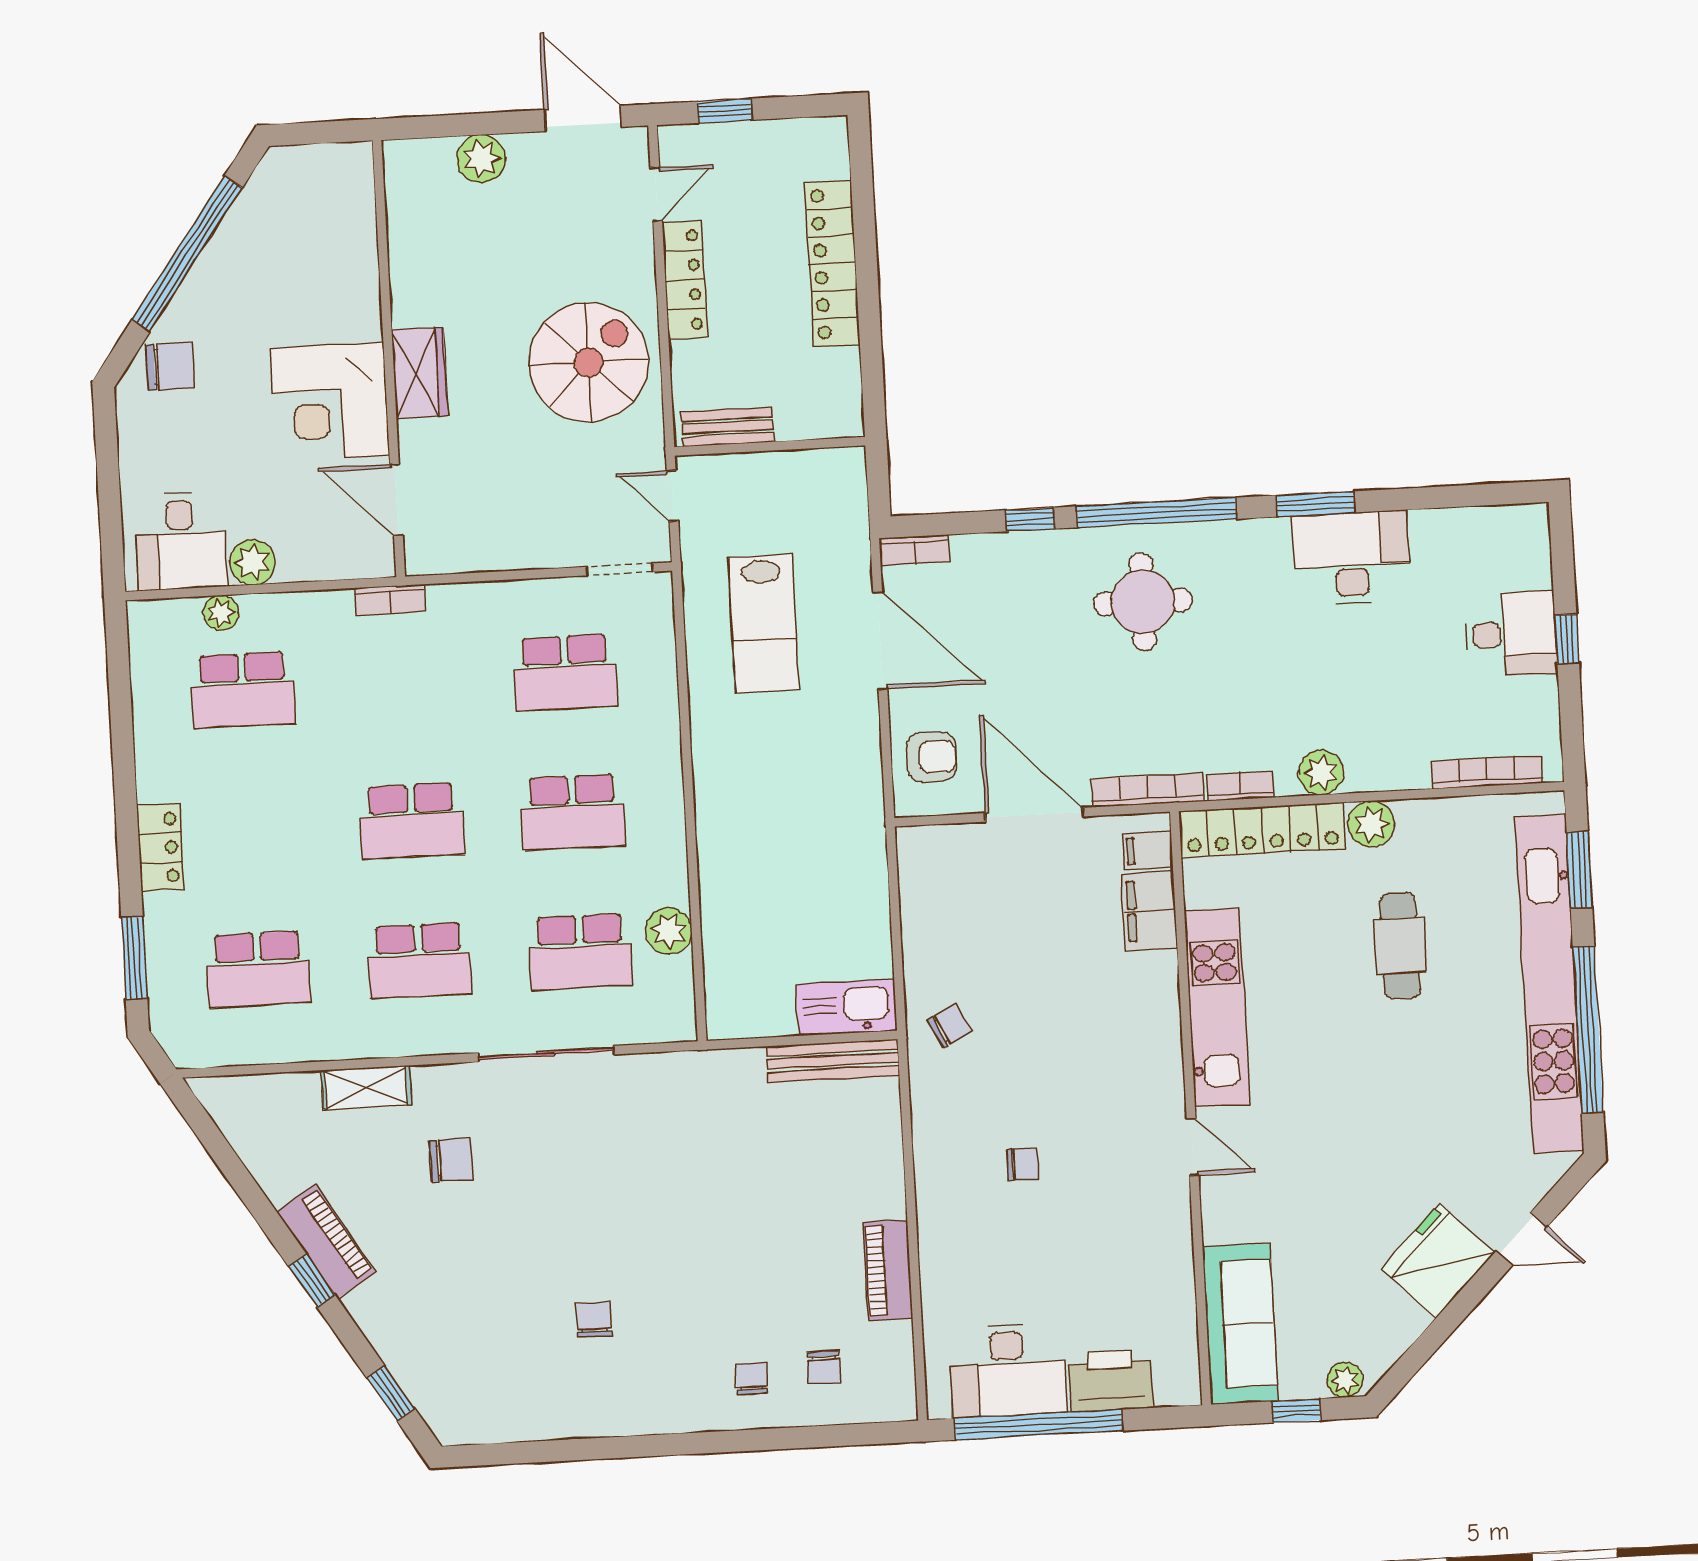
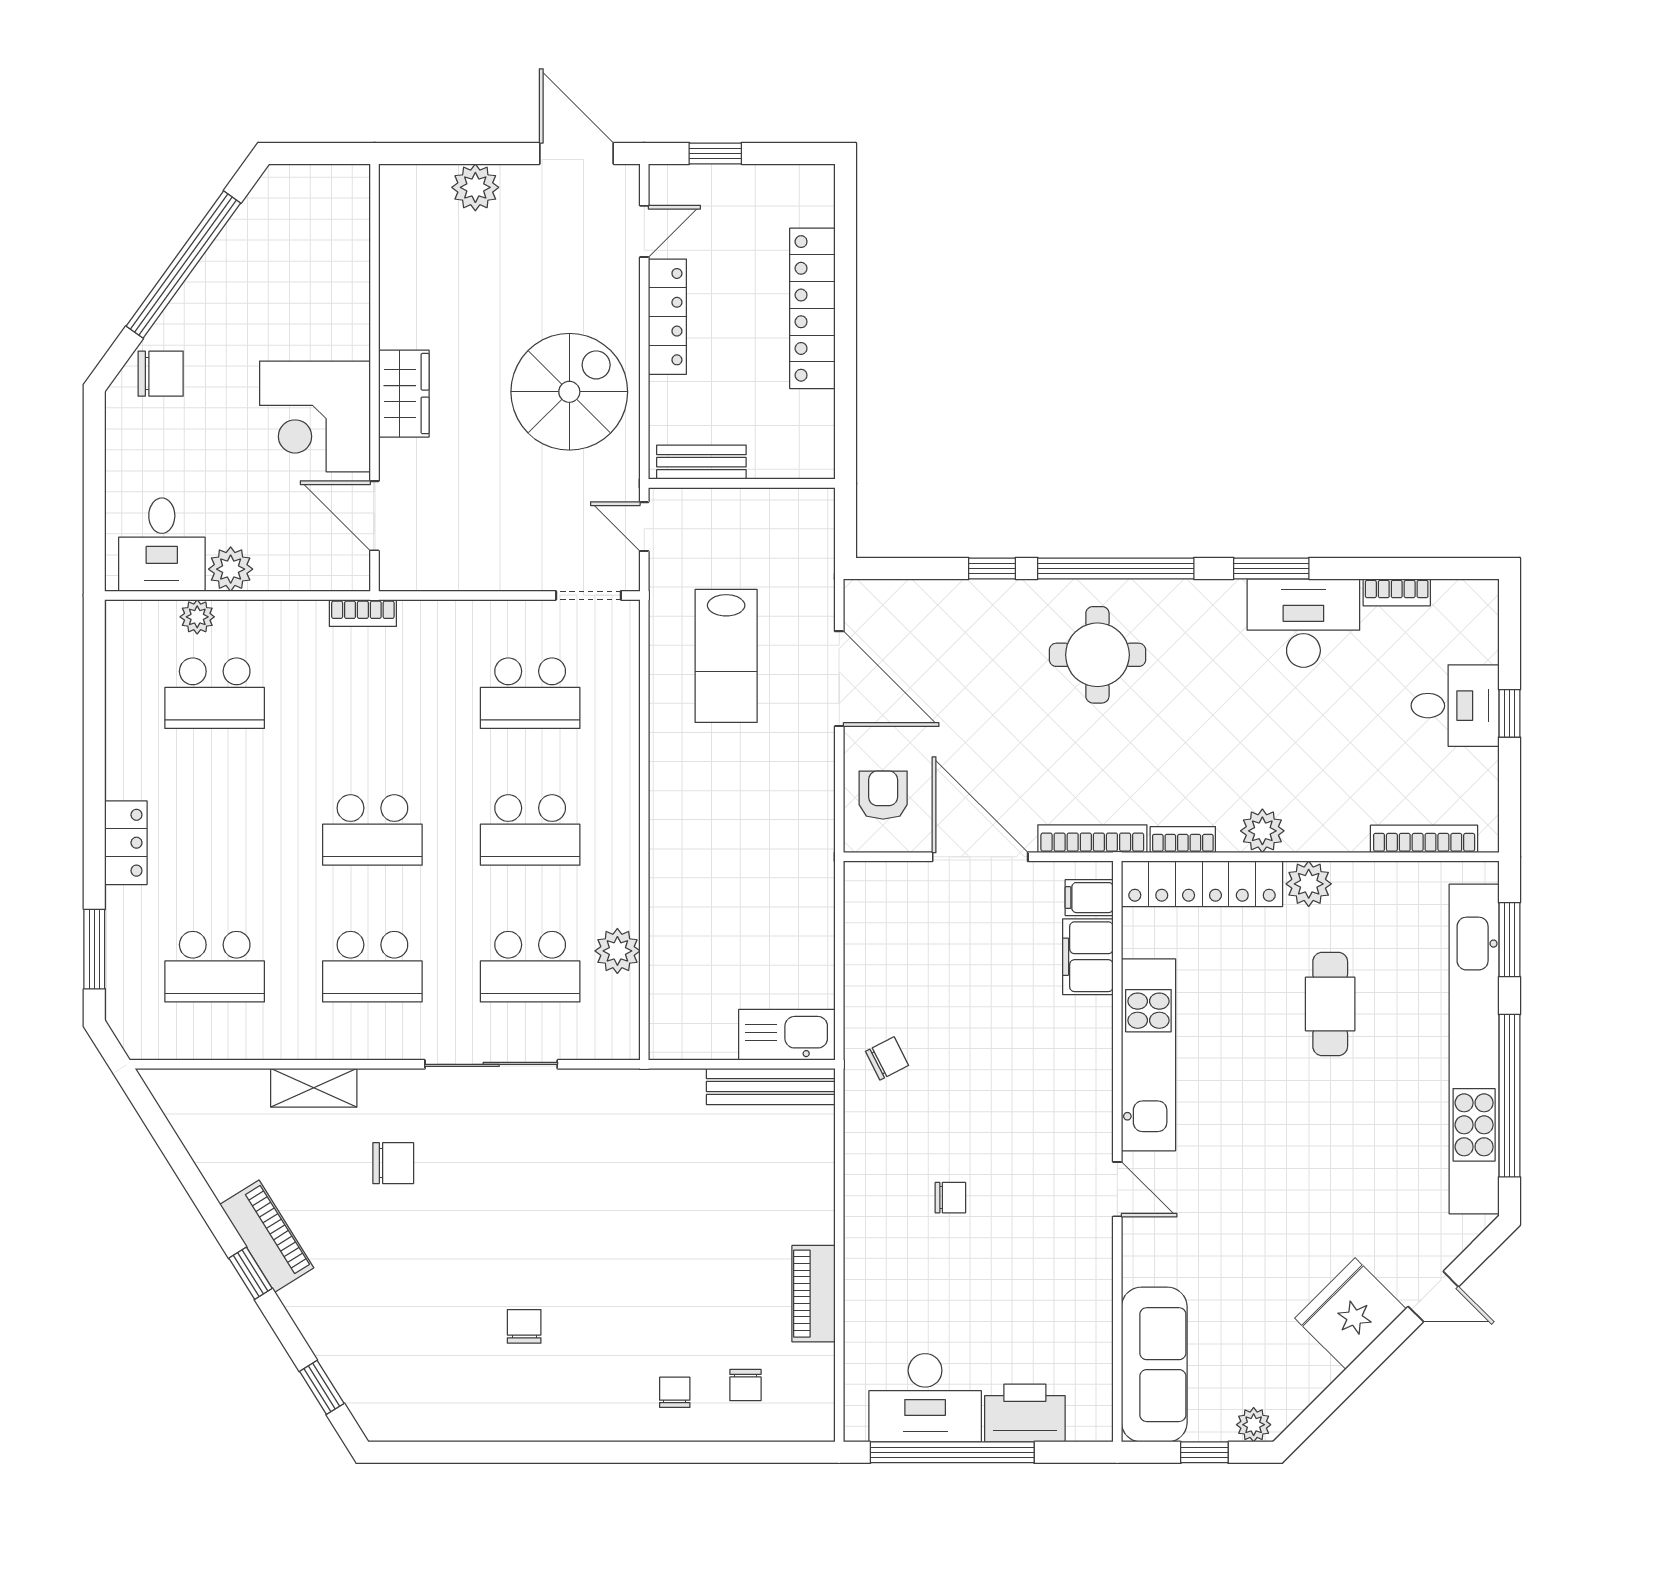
bookcase: (914, 550) -> (1397, 592), moved
armchair: (932, 757) -> (883, 795), turned -90

